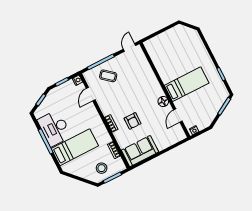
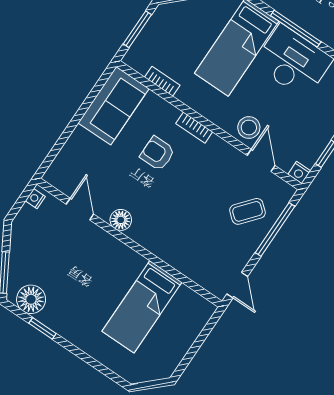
bed: (187, 84) -> (142, 307), moved
floor lamp: (219, 89) -> (31, 299), added
stool: (102, 168) -> (249, 127), moved

